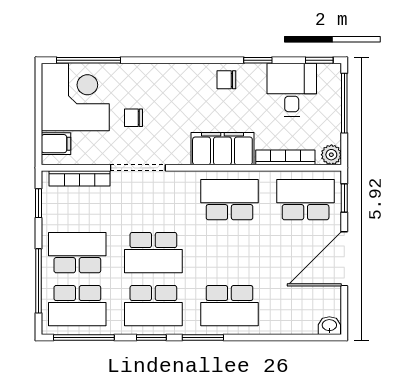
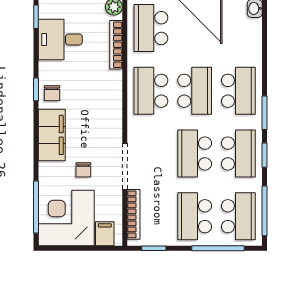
window: (258, 60) -> (36, 89), moved
filing cabinet: (222, 149) -> (52, 135), moved, turned 180
school desk: (153, 253) -> (195, 154), turned 180
school desk: (229, 253) -> (195, 91), added

